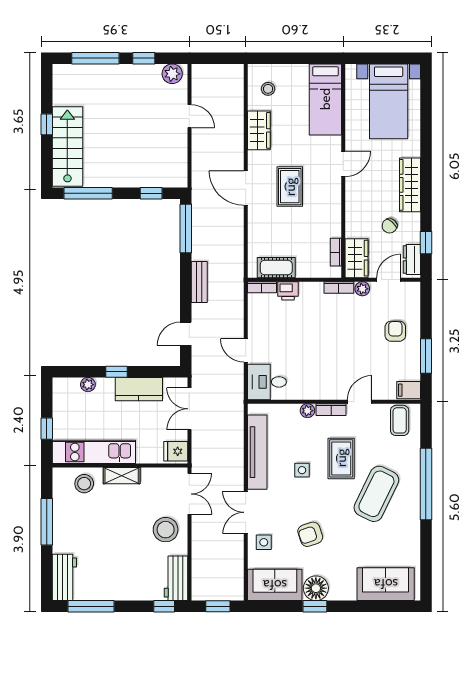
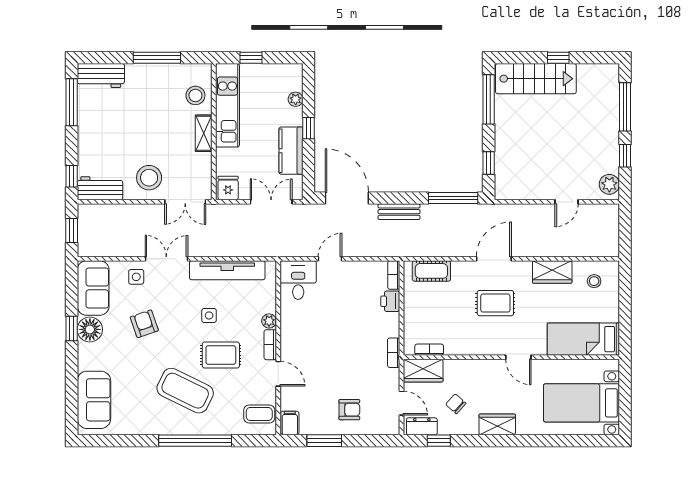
wardrobe: (410, 185) -> (497, 424), width x0.67
cot: (276, 268) -> (431, 271), moved, turned 90
plant: (362, 289) -> (392, 376), removed
door: (186, 334) -> (347, 198), width x1.87

